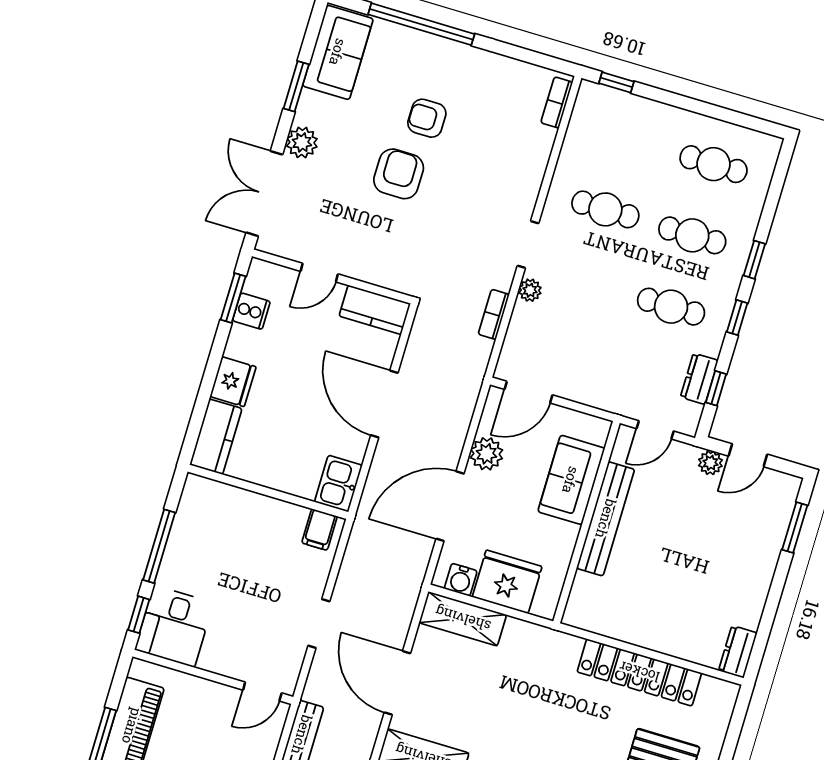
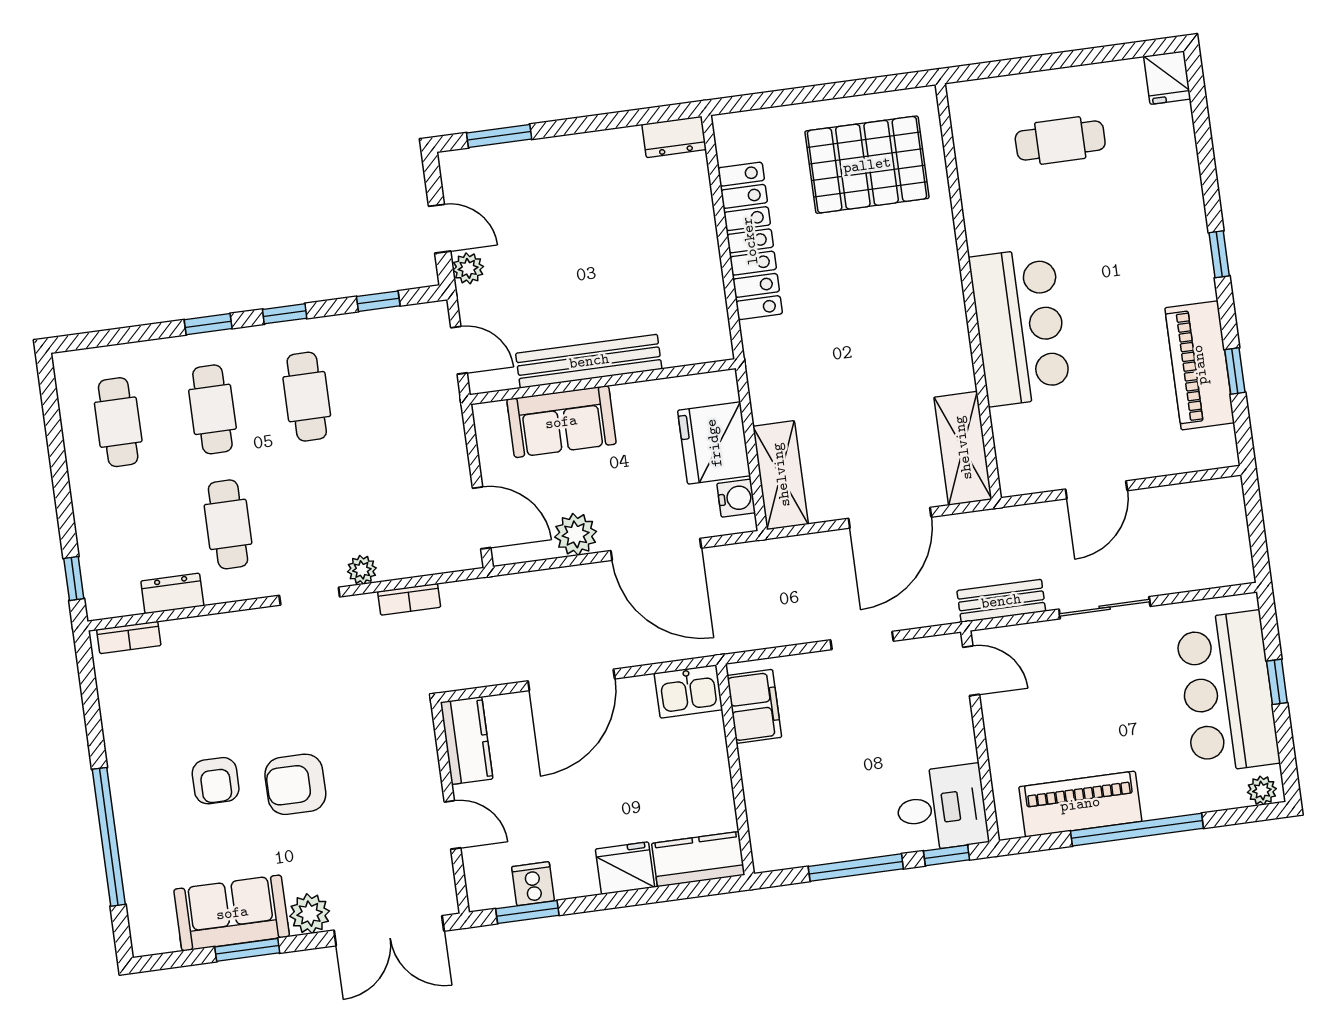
sofa: (338, 52) -> (232, 913), moved
dresser: (699, 379) -> (172, 593), moved, turned 180
filing cabinet: (319, 530) -> (754, 706), width x2.00

